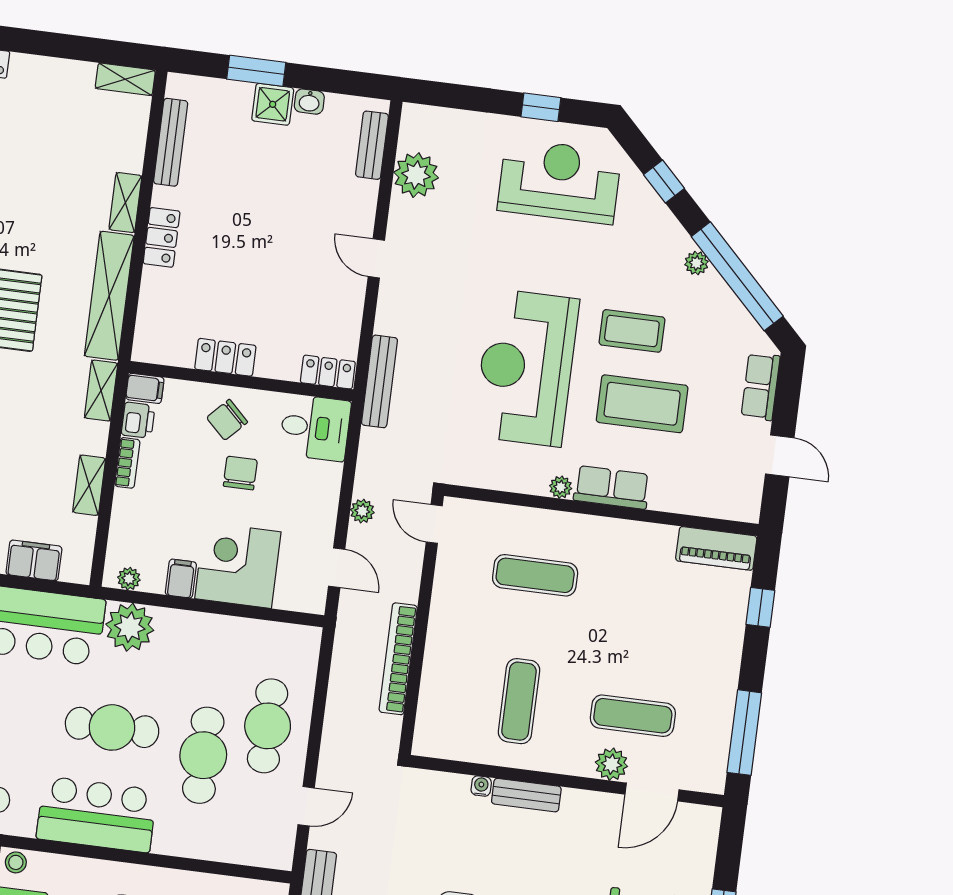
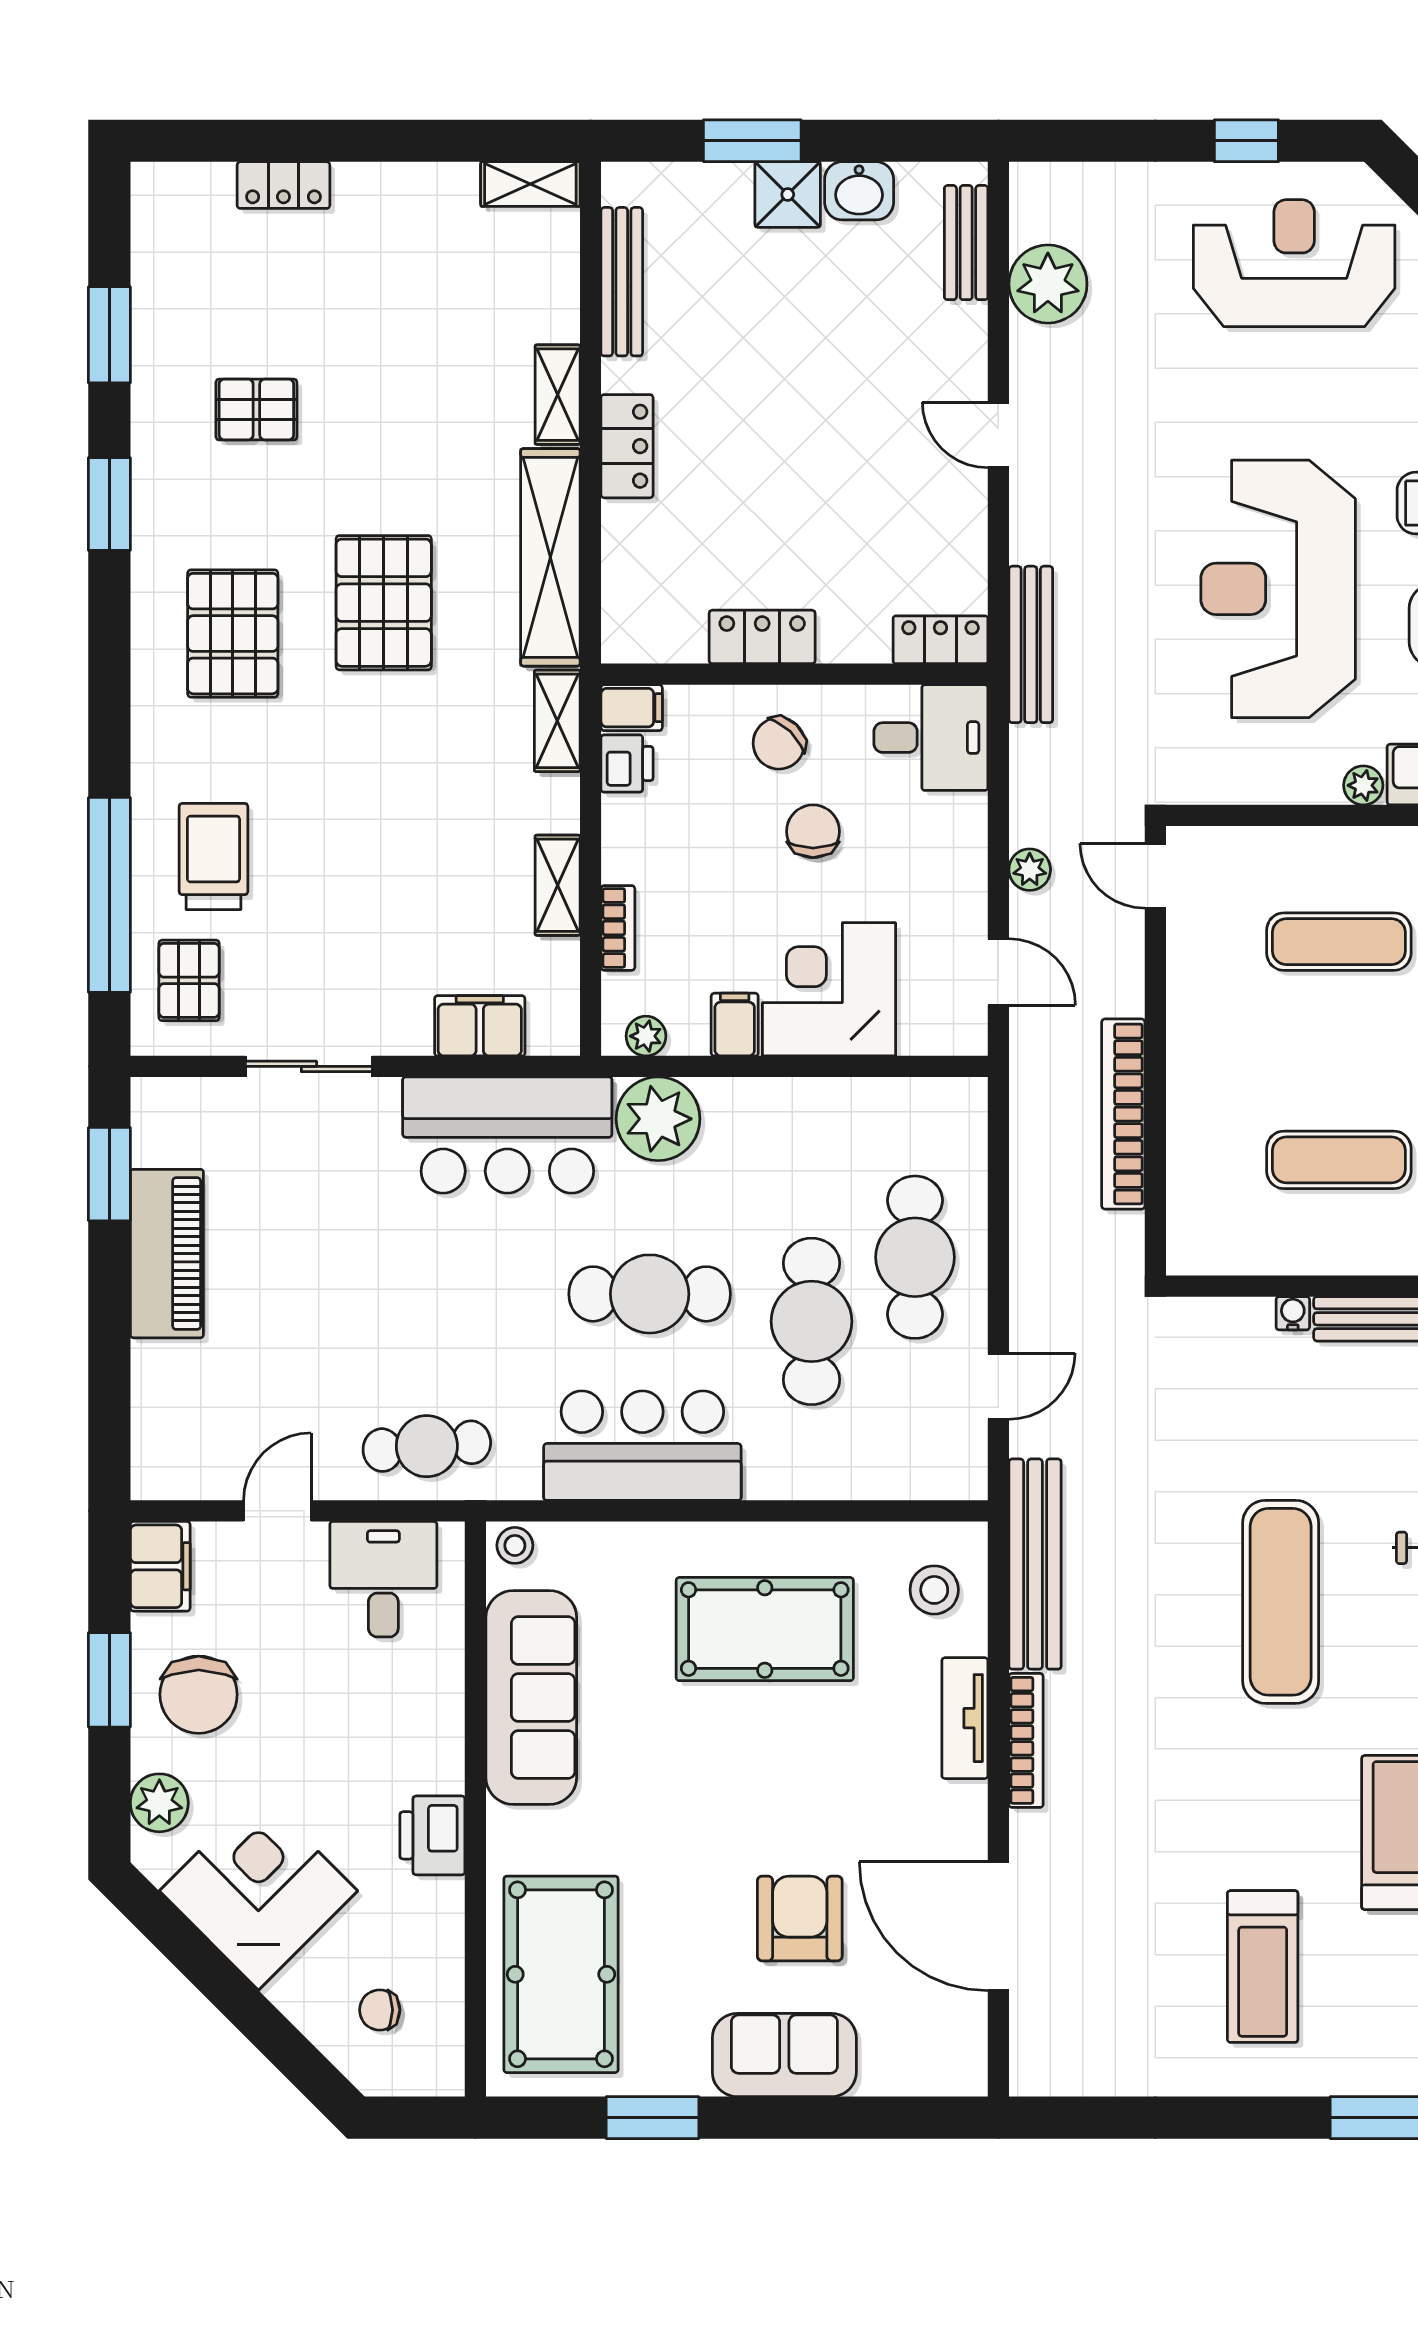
washbasin: (309, 102) -> (859, 191), width x1.38, depth x1.45
bookcase: (127, 463) -> (618, 928), moved
exercise mat: (519, 701) -> (1339, 1160), turned 90

